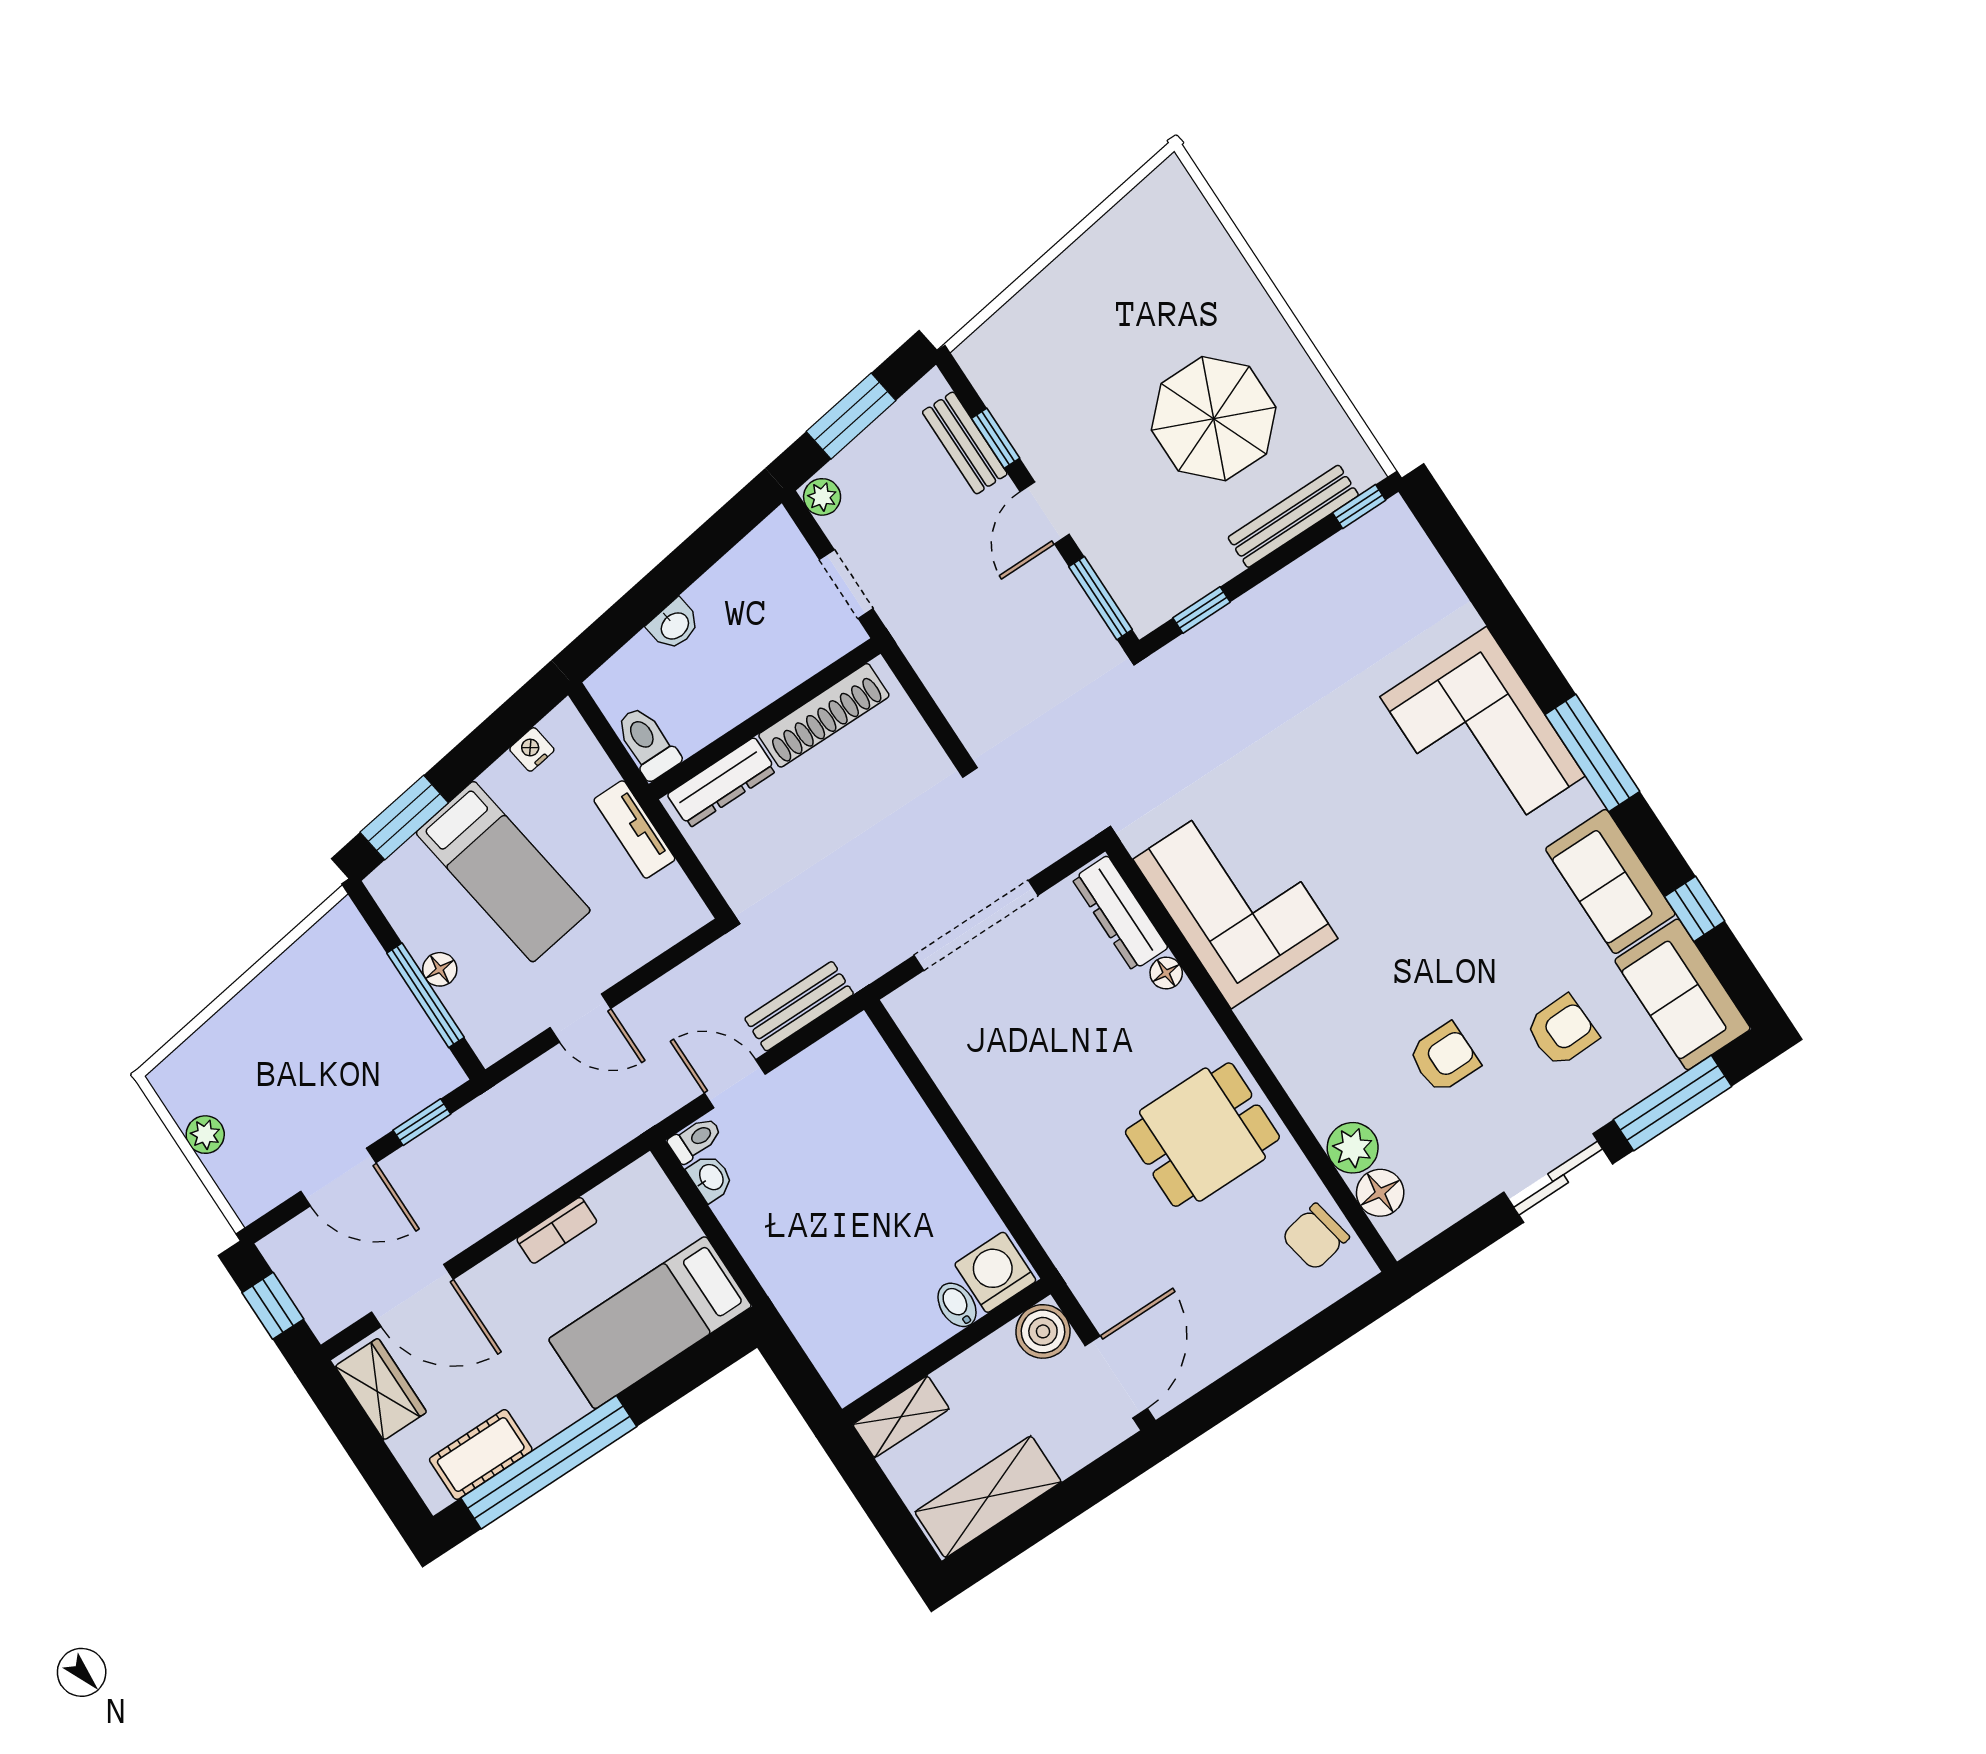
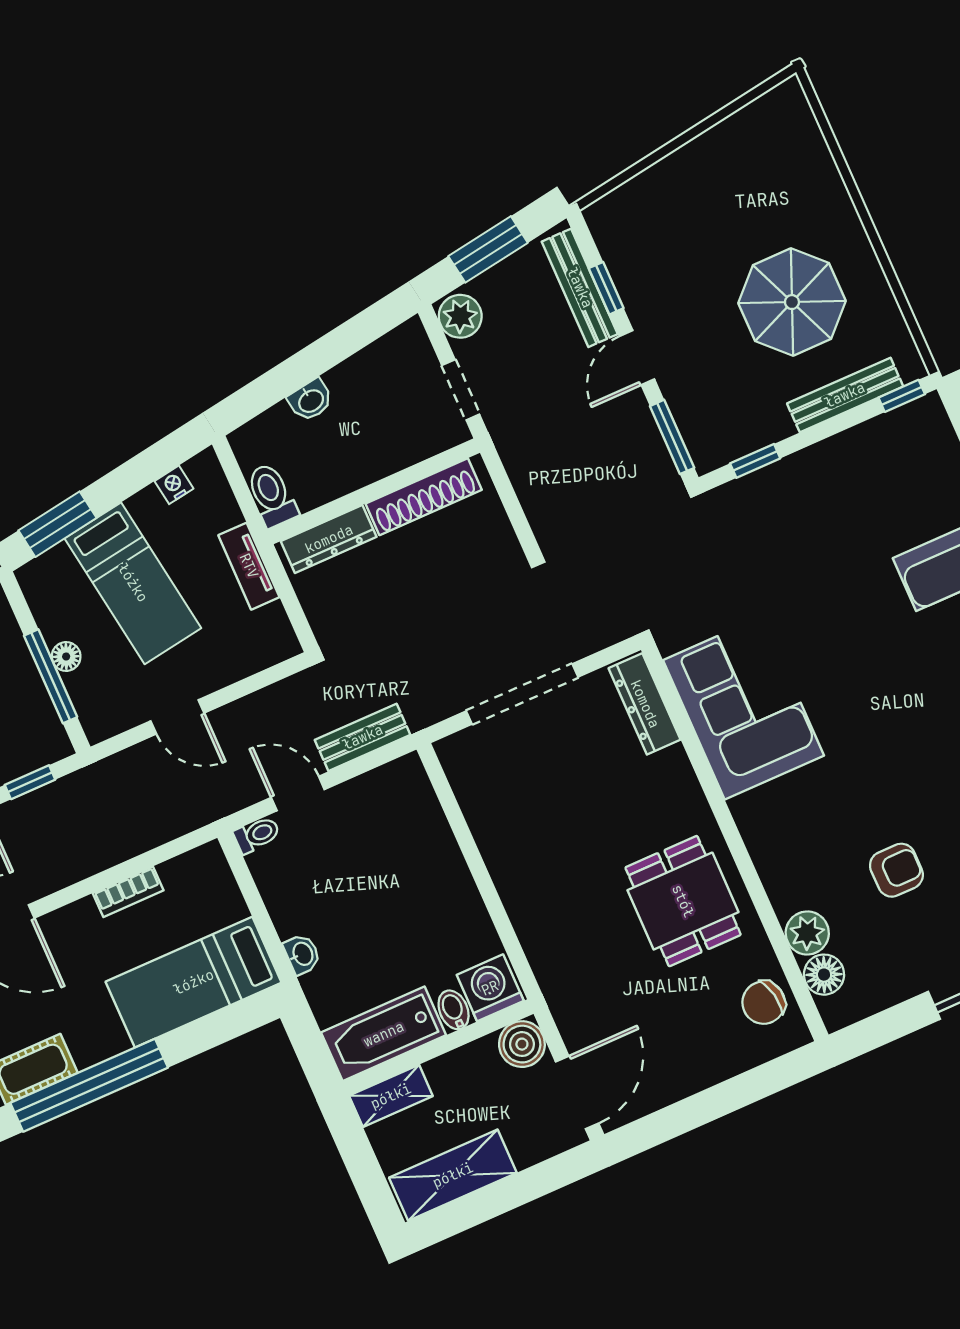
bench: (965, 443) -> (580, 288), width x1.36
plant: (822, 497) -> (460, 316), width x1.38, depth x1.38
floor lamp: (1166, 973) -> (675, 760), removed
dining table: (1202, 1135) -> (683, 901), turned 90
washbasin: (710, 1178) -> (302, 954), moved
bathtub: (880, 1346) -> (384, 1034), added

